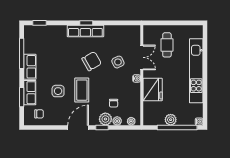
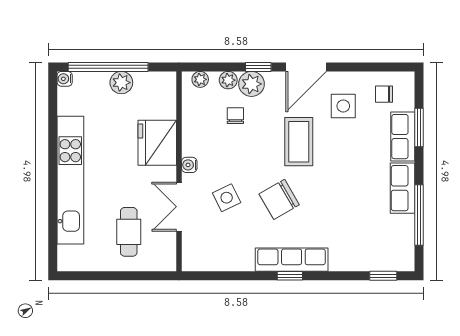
side table: (58, 91) -> (343, 106), moved

